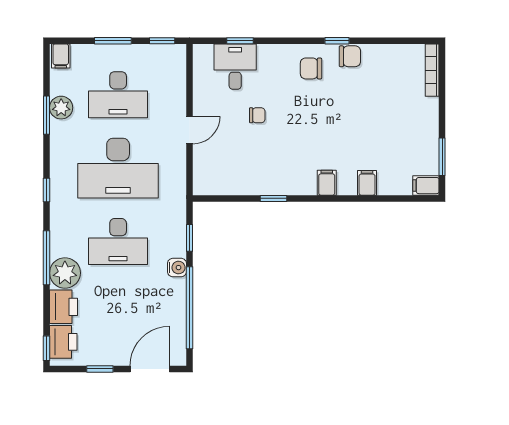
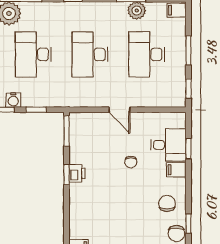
desk: (118, 168) -> (90, 54), width x0.73, depth x0.77
filing cabinet: (327, 183) -> (176, 170), moved, turned 180
printer: (272, 185) -> (77, 173), added
window: (217, 198) -> (67, 131), added

